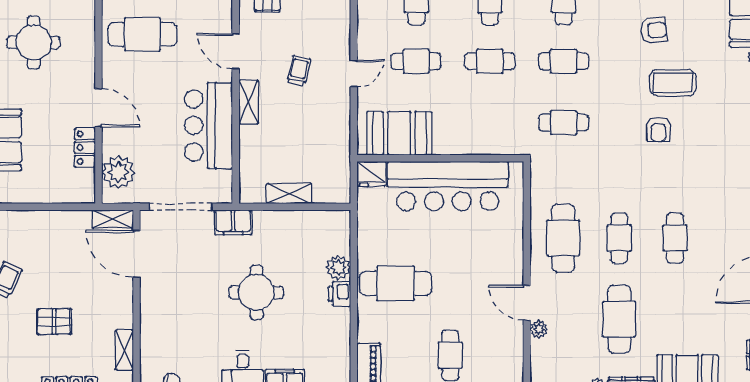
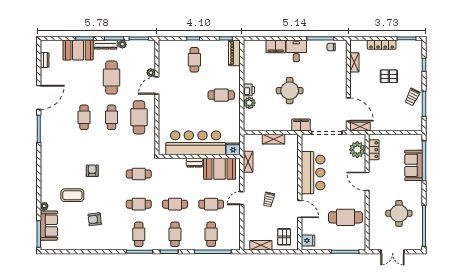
coffee table: (673, 83) -> (72, 195), moved
shelving: (249, 102) -> (248, 162), moved
dresser: (450, 146) -> (195, 163), added
locker: (85, 148) -> (374, 150), moved
cafe table: (396, 283) -> (221, 95), width x0.73, depth x0.74
door: (527, 303) -> (157, 86), swing flipped

